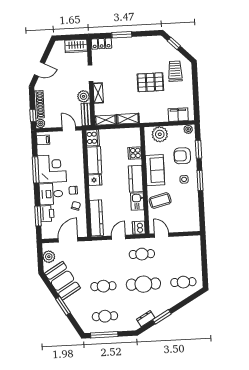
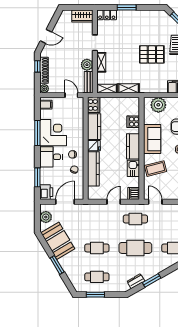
window: (33, 115) -> (37, 66), moved
printer: (47, 214) -> (46, 192), moved
kitchen counter: (96, 218) -> (93, 169), moved
window: (104, 335) -> (95, 295), width x0.69

